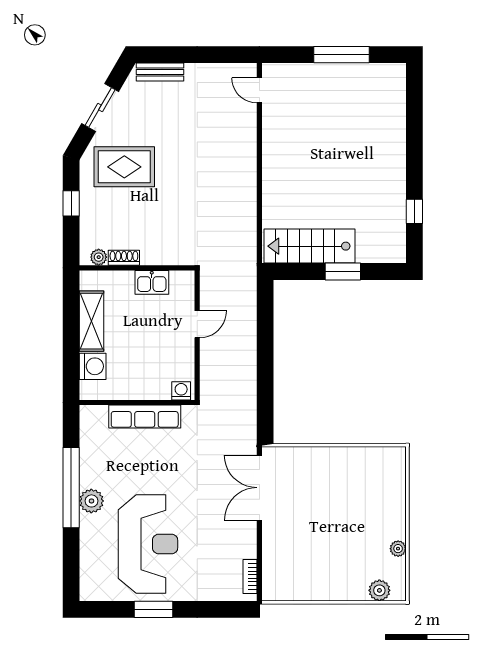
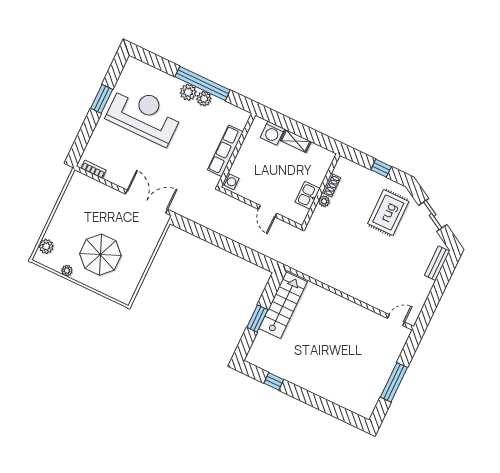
plant: (99, 257) -> (324, 201), moved
shelving: (92, 321) -> (296, 141), width x0.67, depth x0.75
plant: (90, 477) -> (204, 99), added
parasol: (357, 515) -> (100, 255), added
reception desk: (148, 544) -> (144, 115), turned 180

